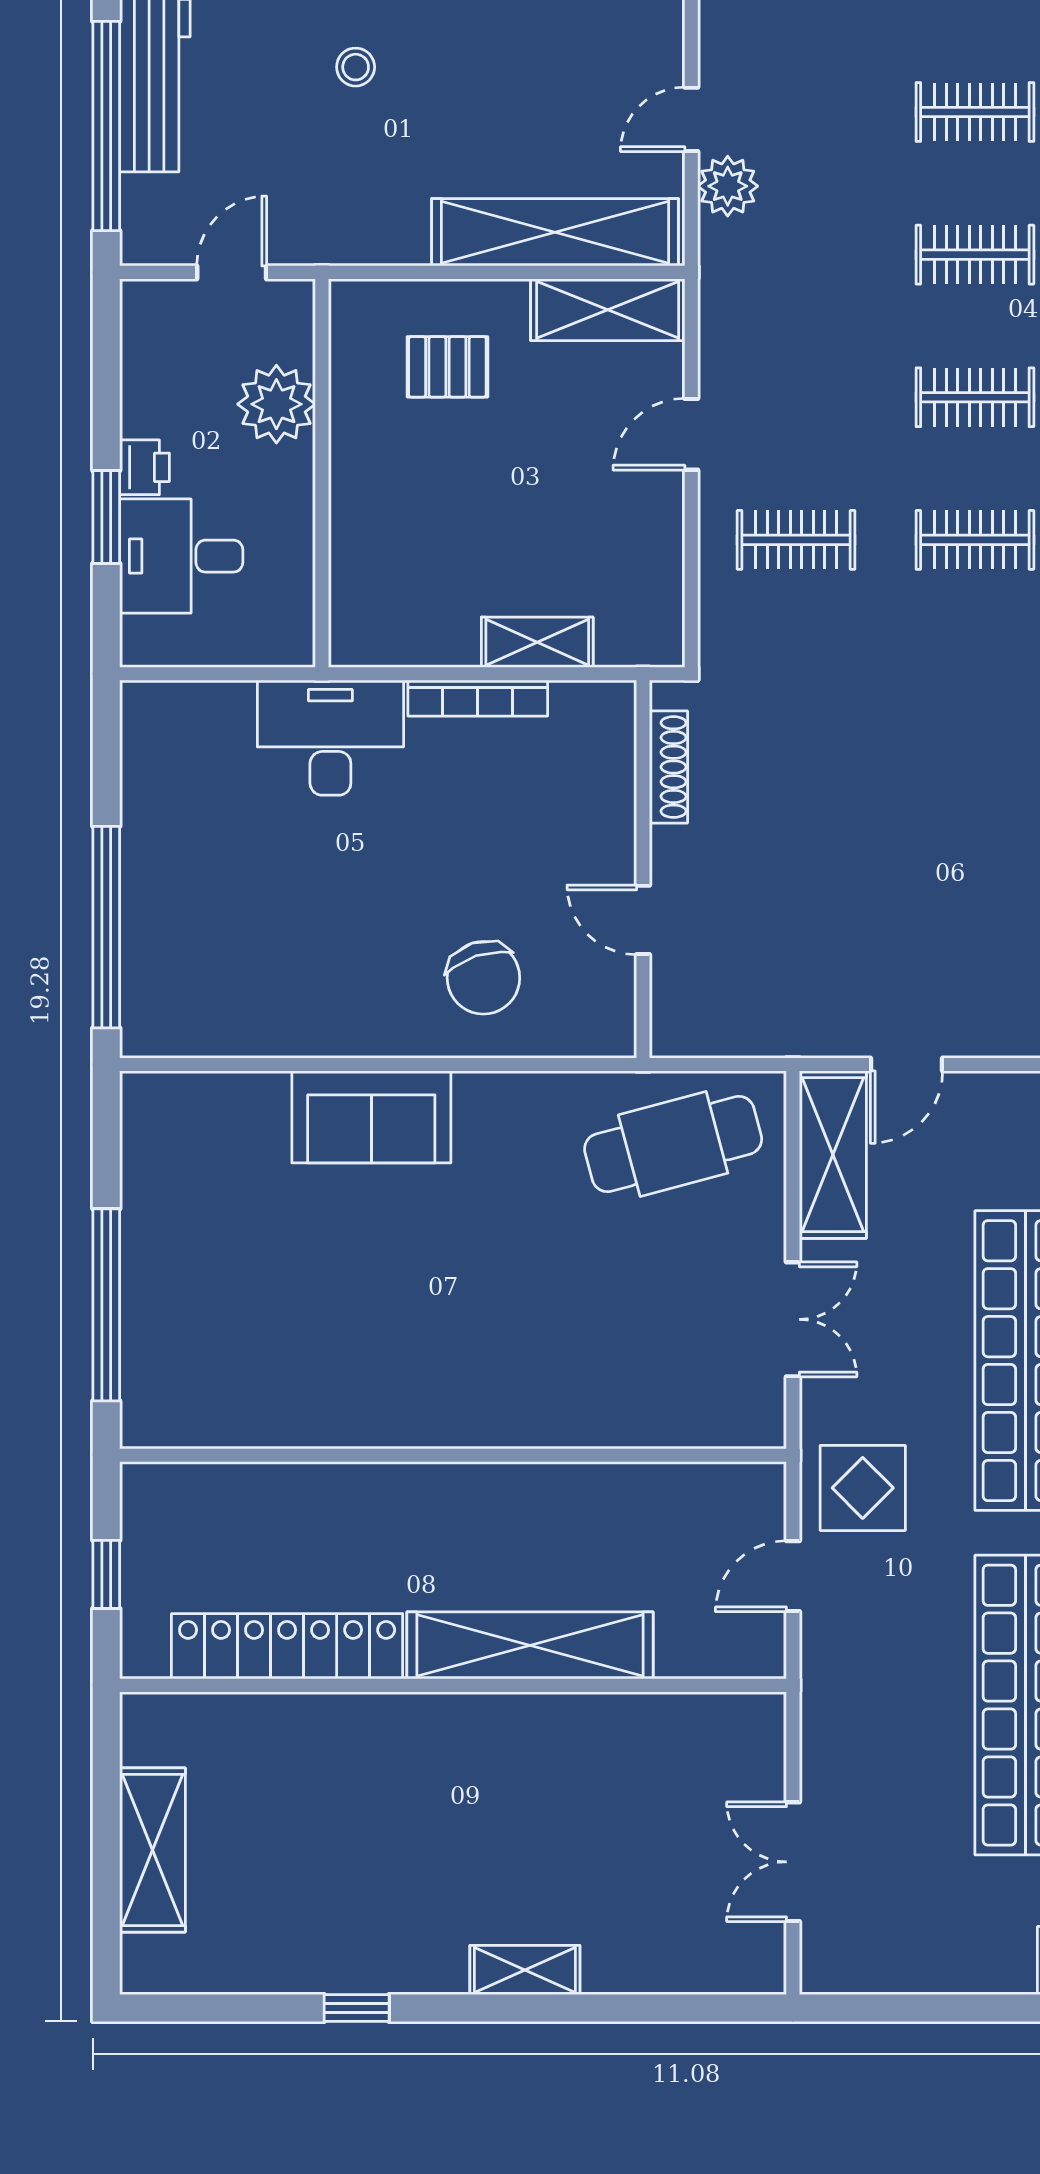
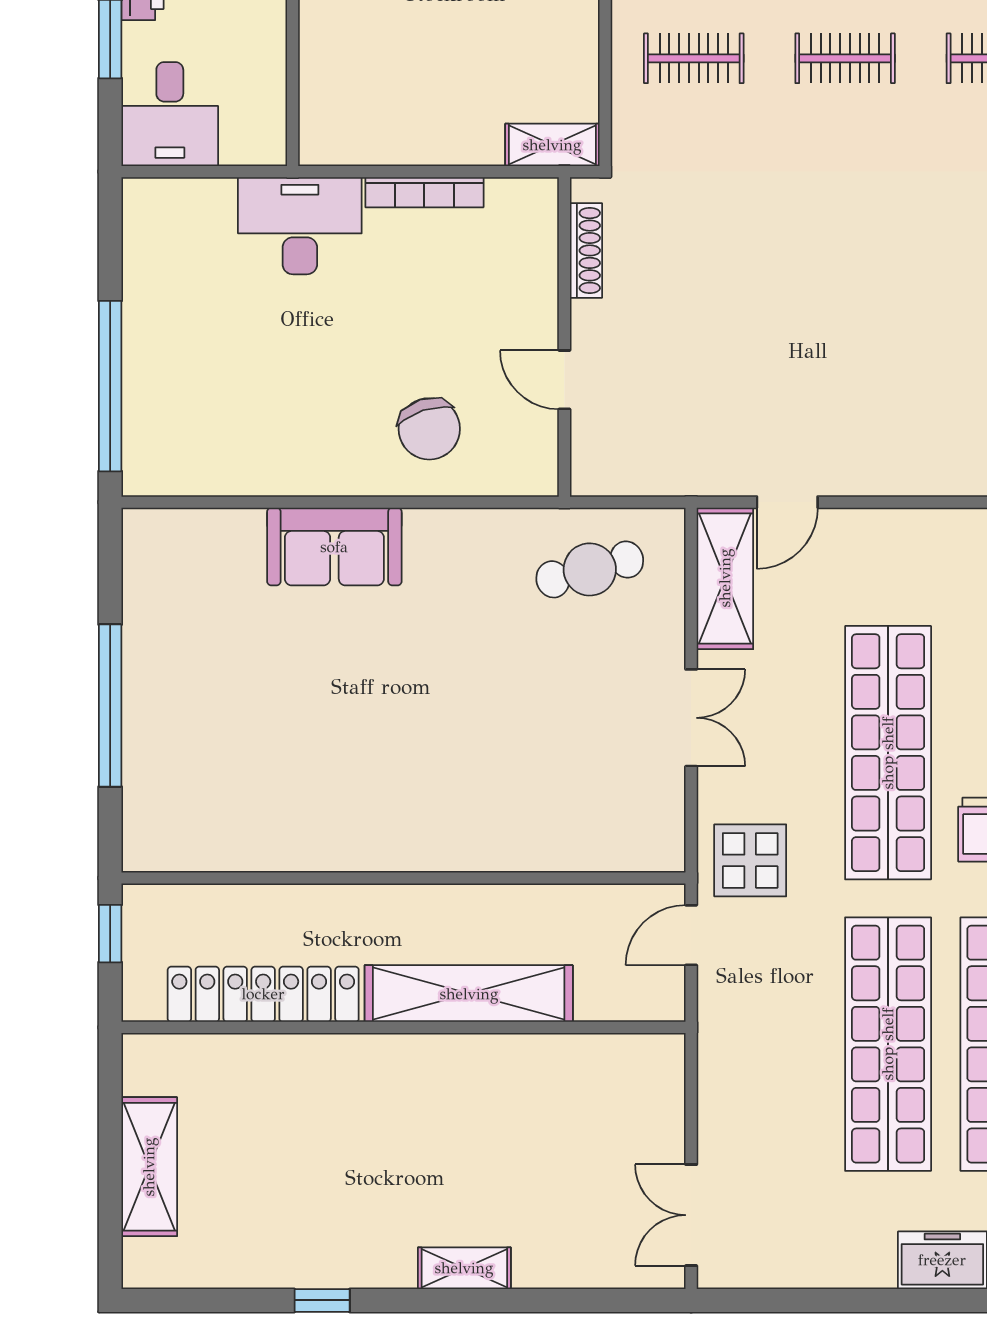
desk: (181, 556) -> (170, 114), moved, turned -90
shelving: (537, 642) -> (552, 145), moved
cafe table: (673, 1144) -> (590, 569), width x0.73, depth x0.74
wall: (453, 1455) -> (404, 878), moved
double door: (793, 1862) -> (691, 1215), moved

